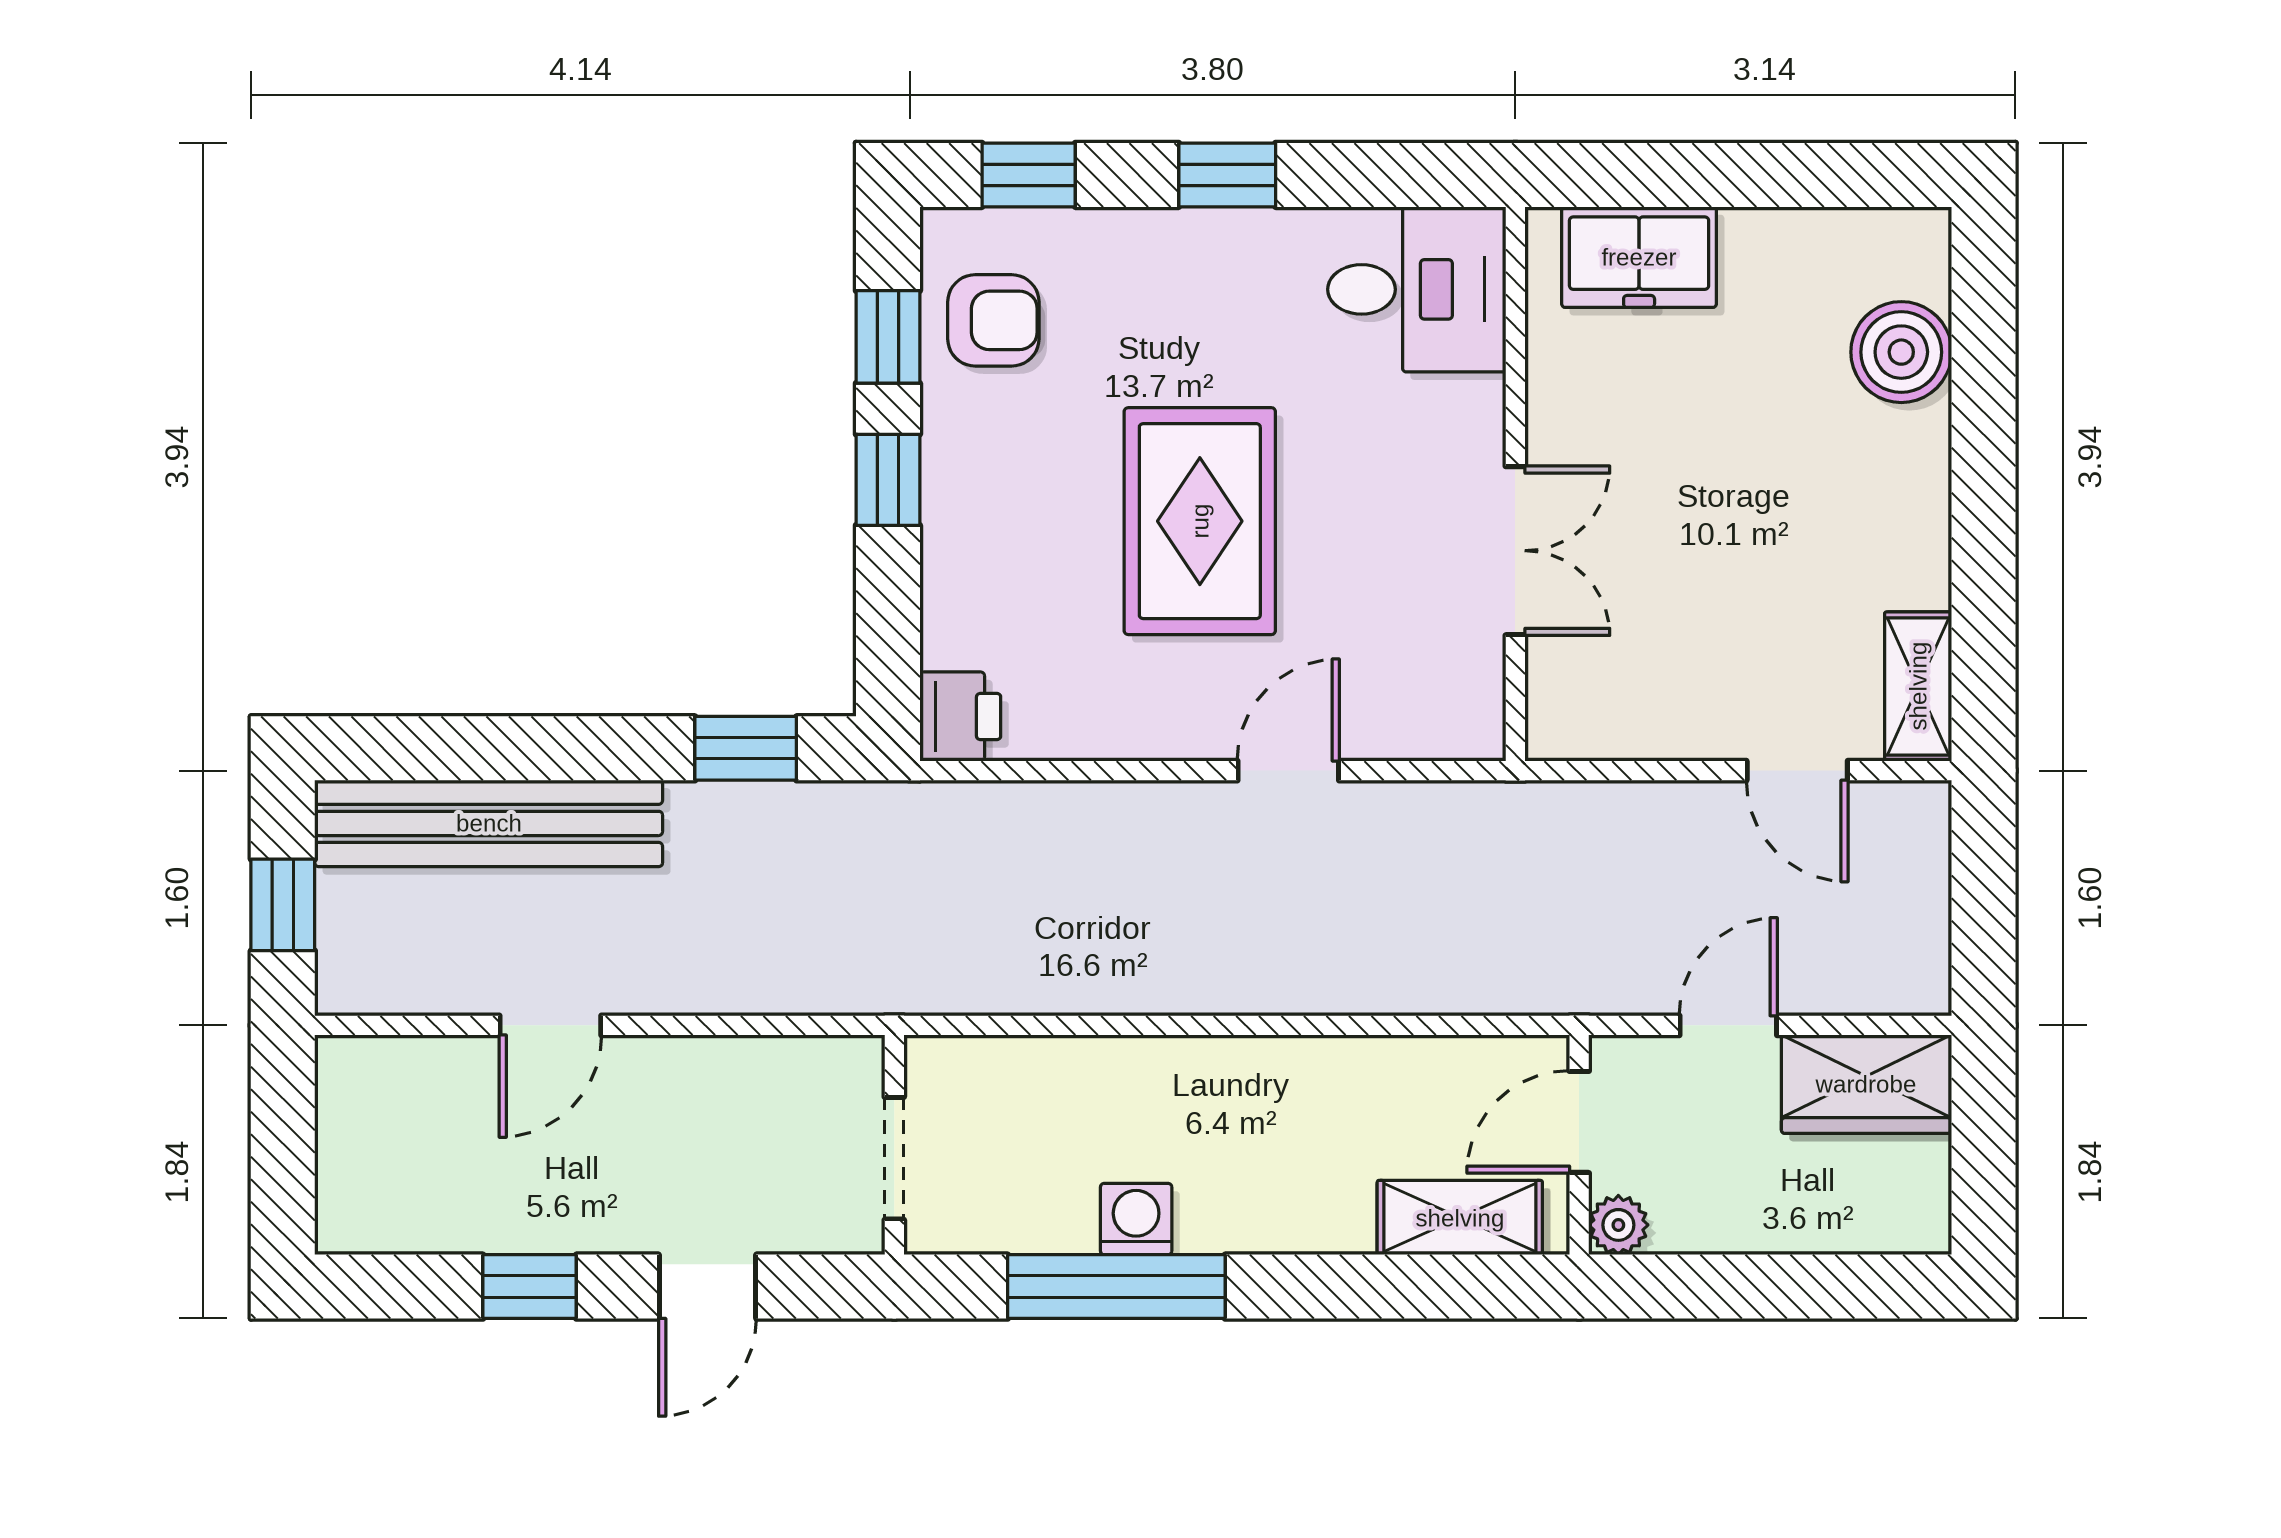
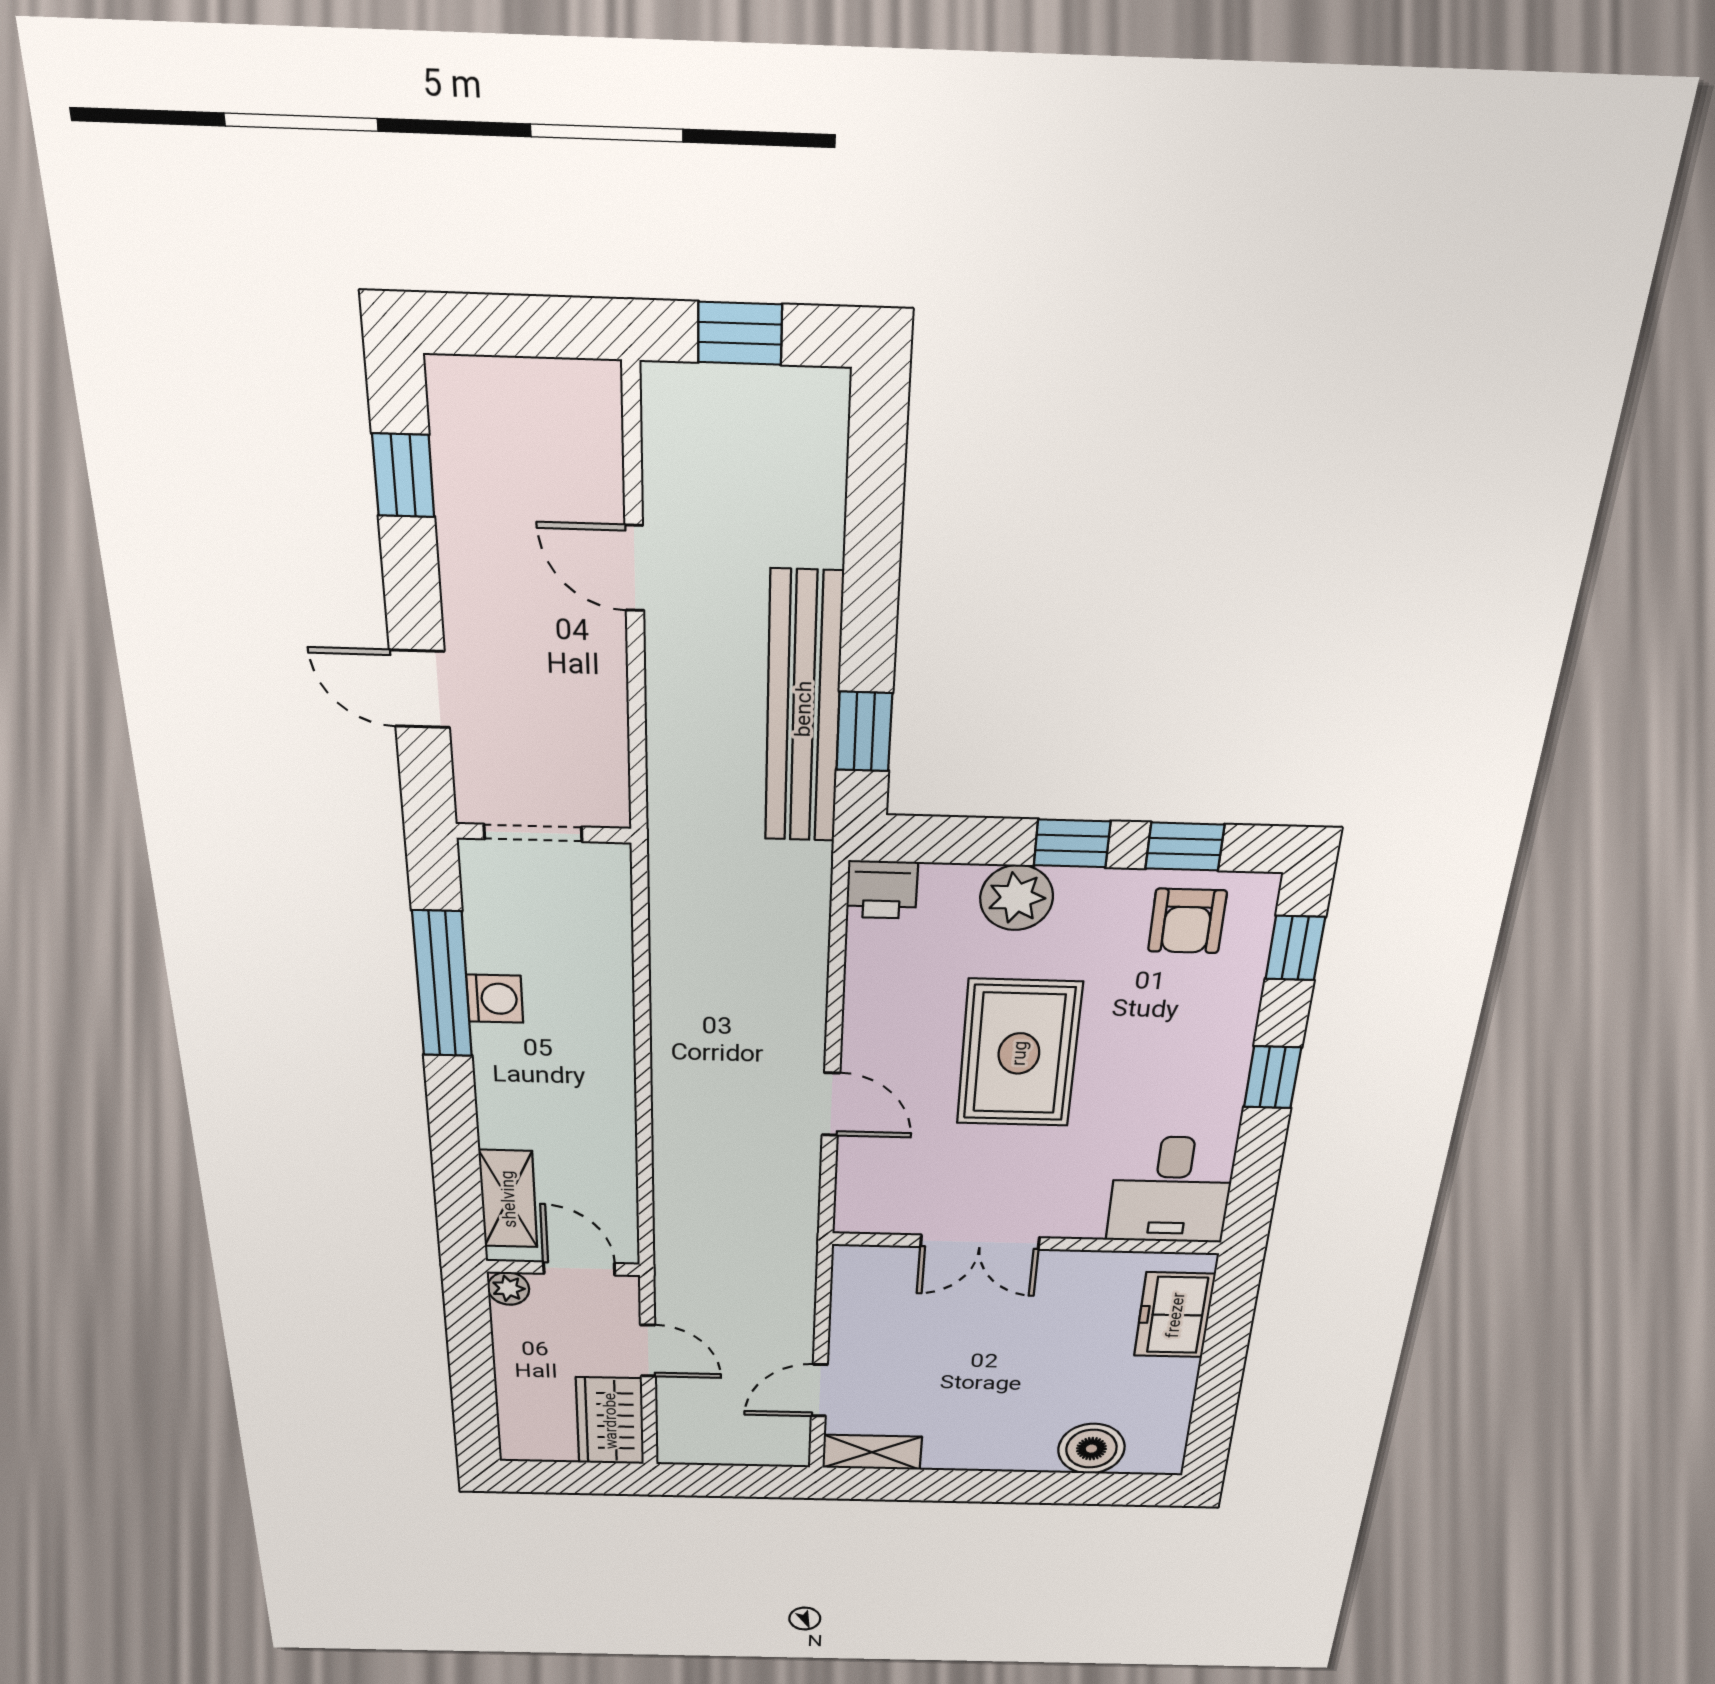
rug: (1200, 521) -> (1019, 1053), turned 90
plant: (966, 544) -> (1017, 898), added
bench: (489, 823) -> (803, 709), moved
window: (530, 1287) -> (403, 475), moved

